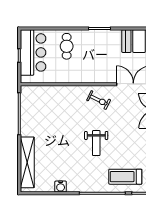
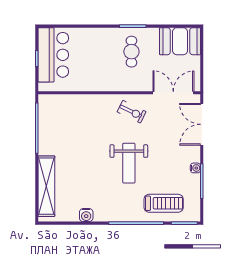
cafe table: (67, 46) -> (131, 52), moved
weight bench: (96, 143) -> (129, 163), width x1.36, depth x1.33
treadmill: (125, 177) -> (164, 203), turned 180

